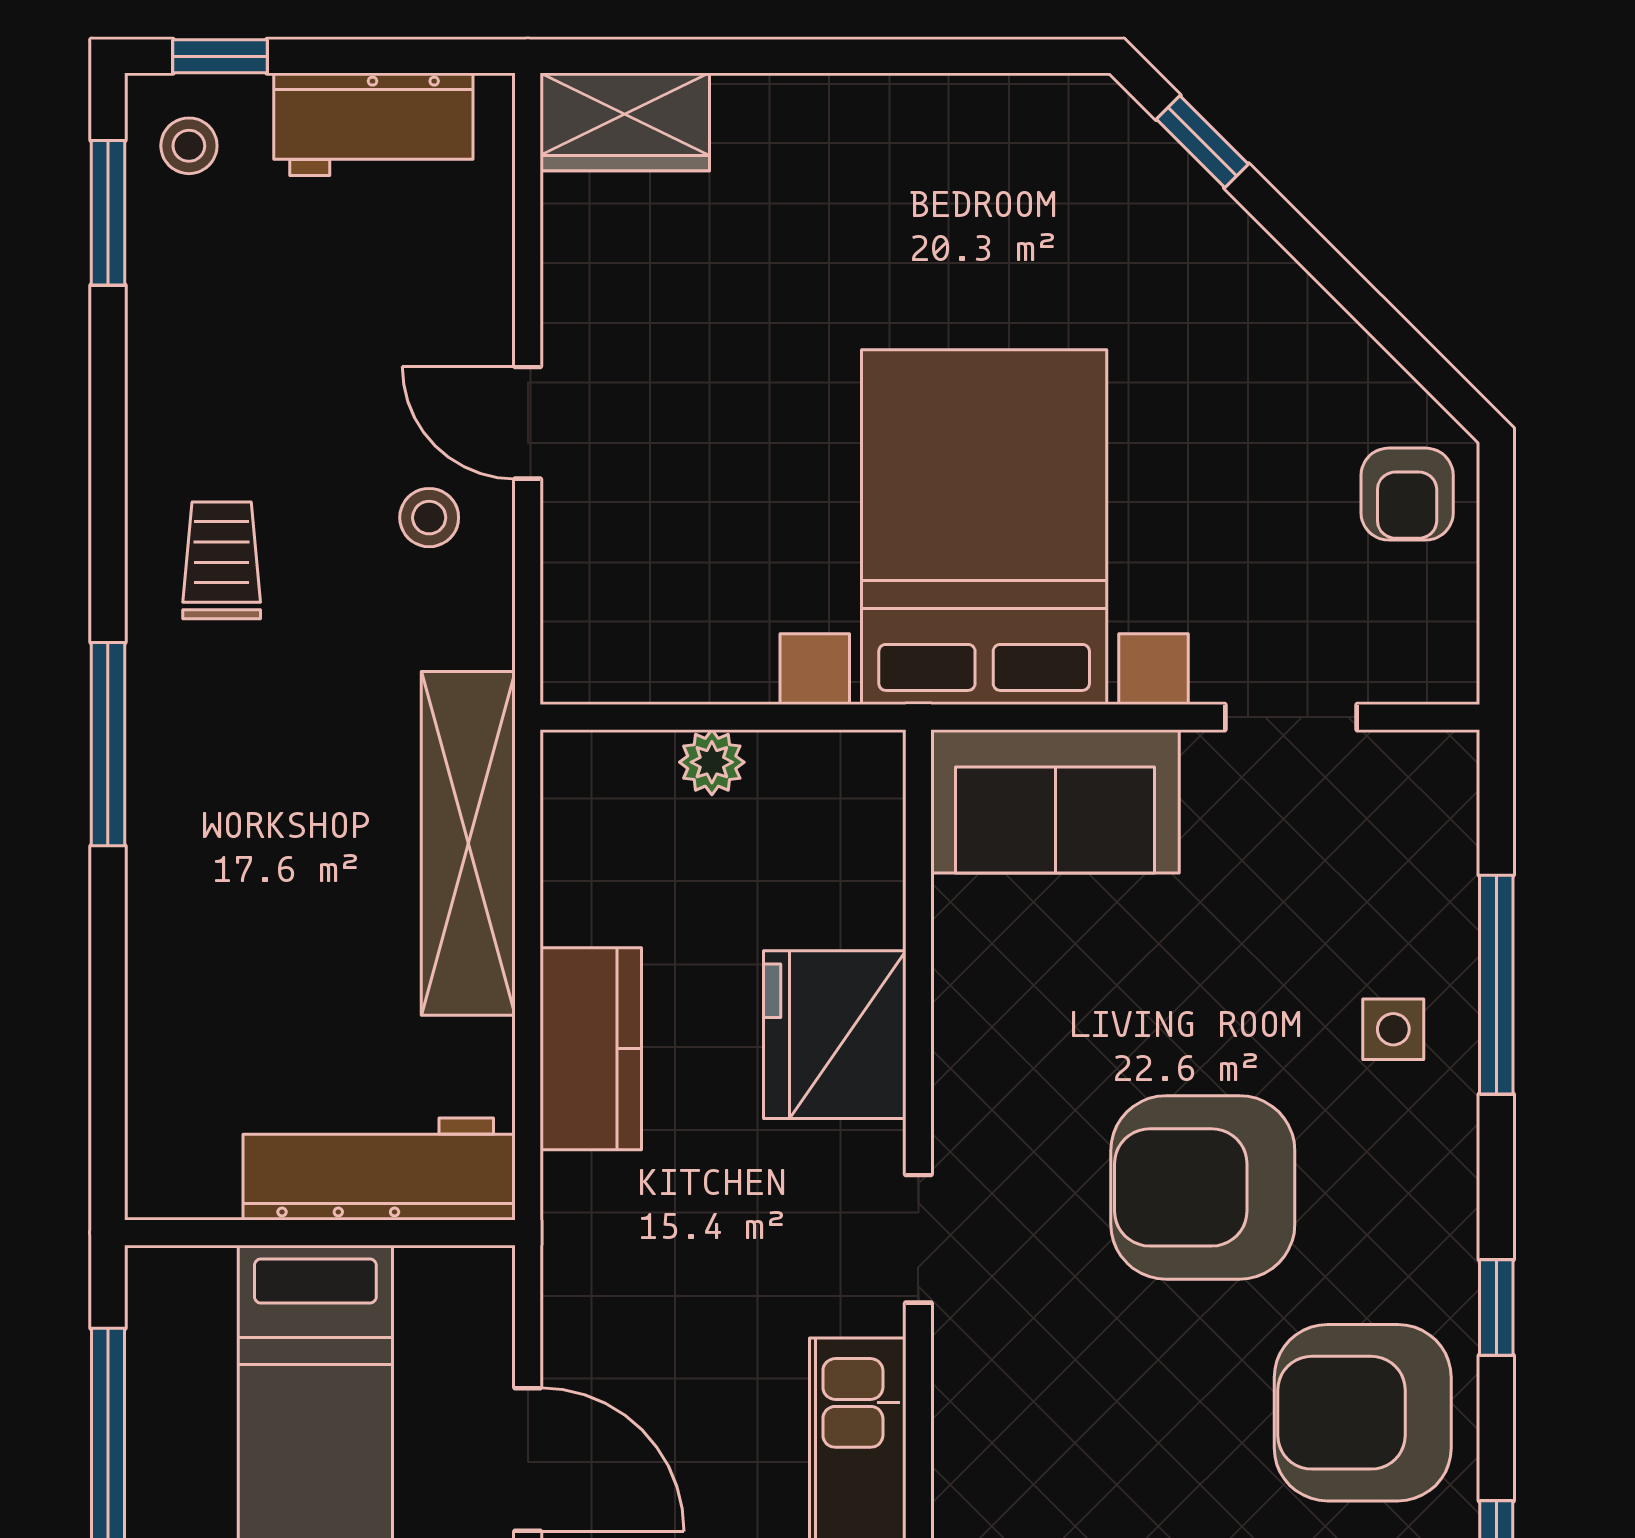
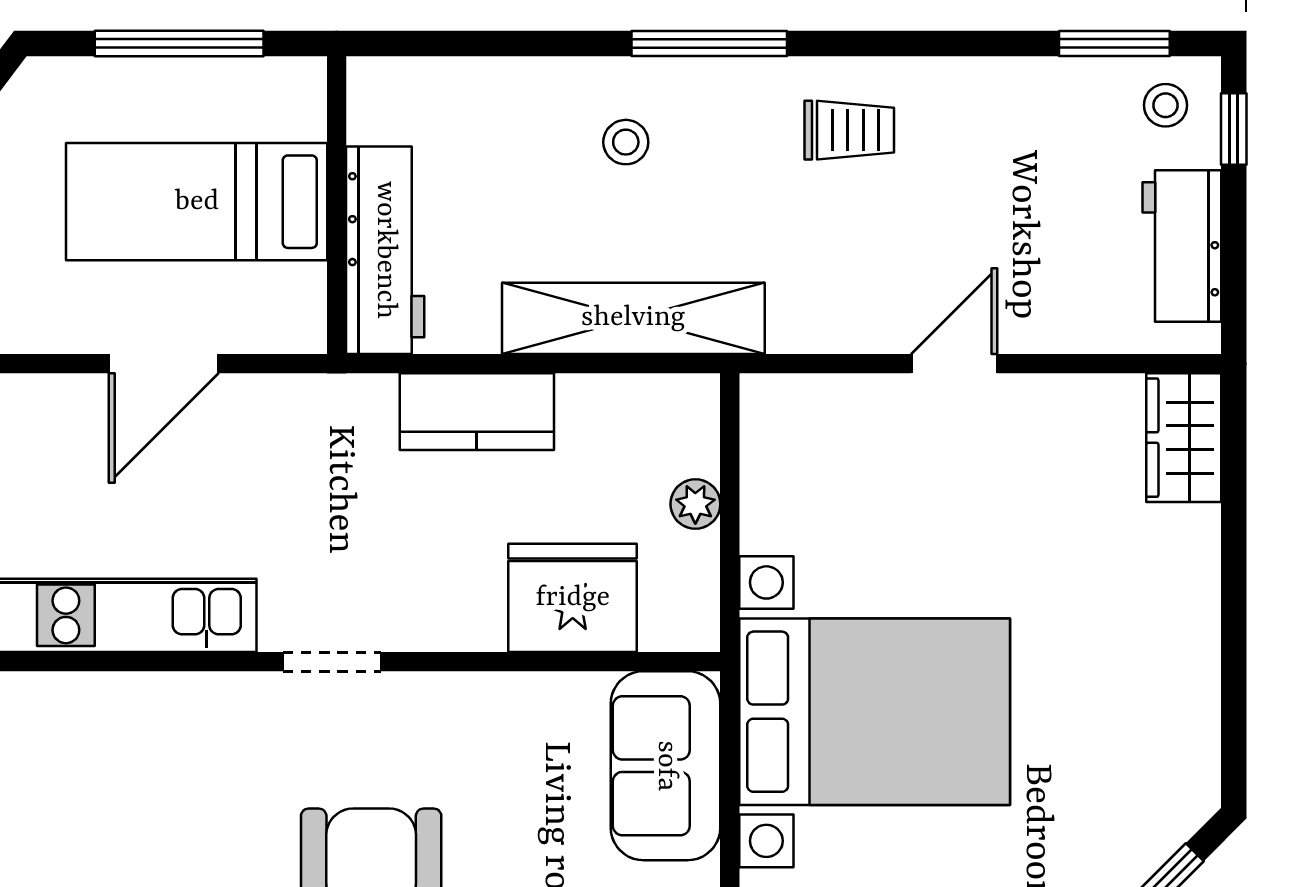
stool: (429, 518) -> (626, 142), moved
fridge: (835, 1035) -> (573, 598), moved

